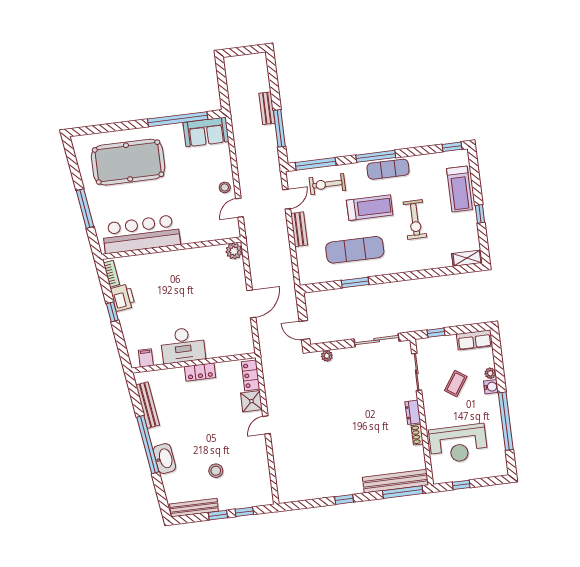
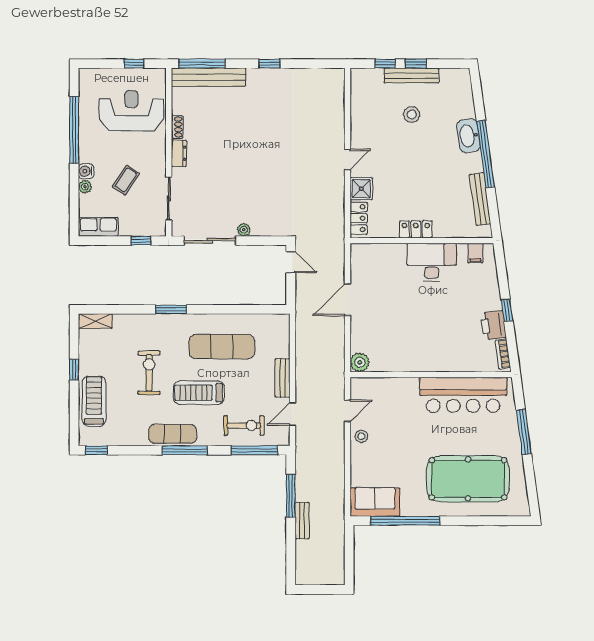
window: (355, 282) -> (171, 309), moved
plant: (327, 356) -> (244, 230), moved
bench: (194, 508) -> (412, 76), moved

